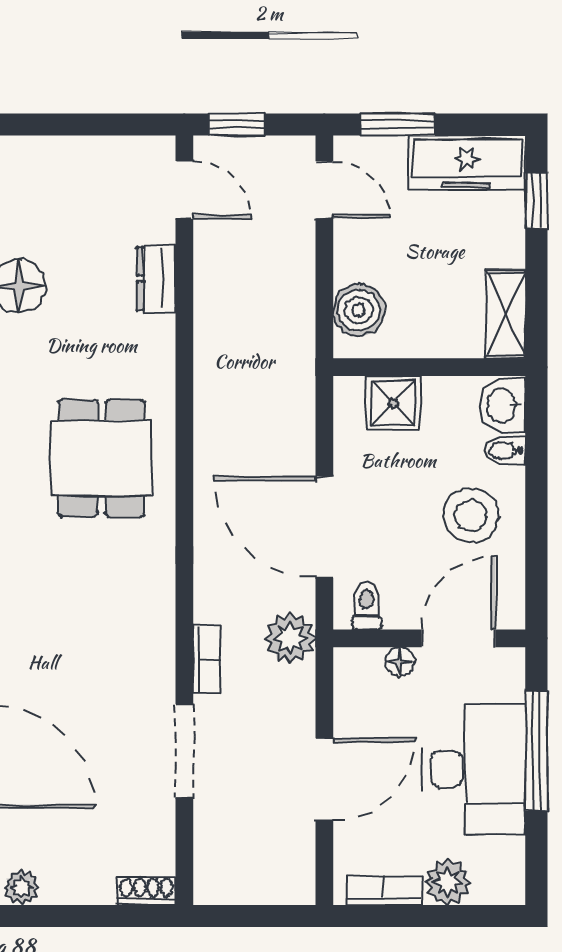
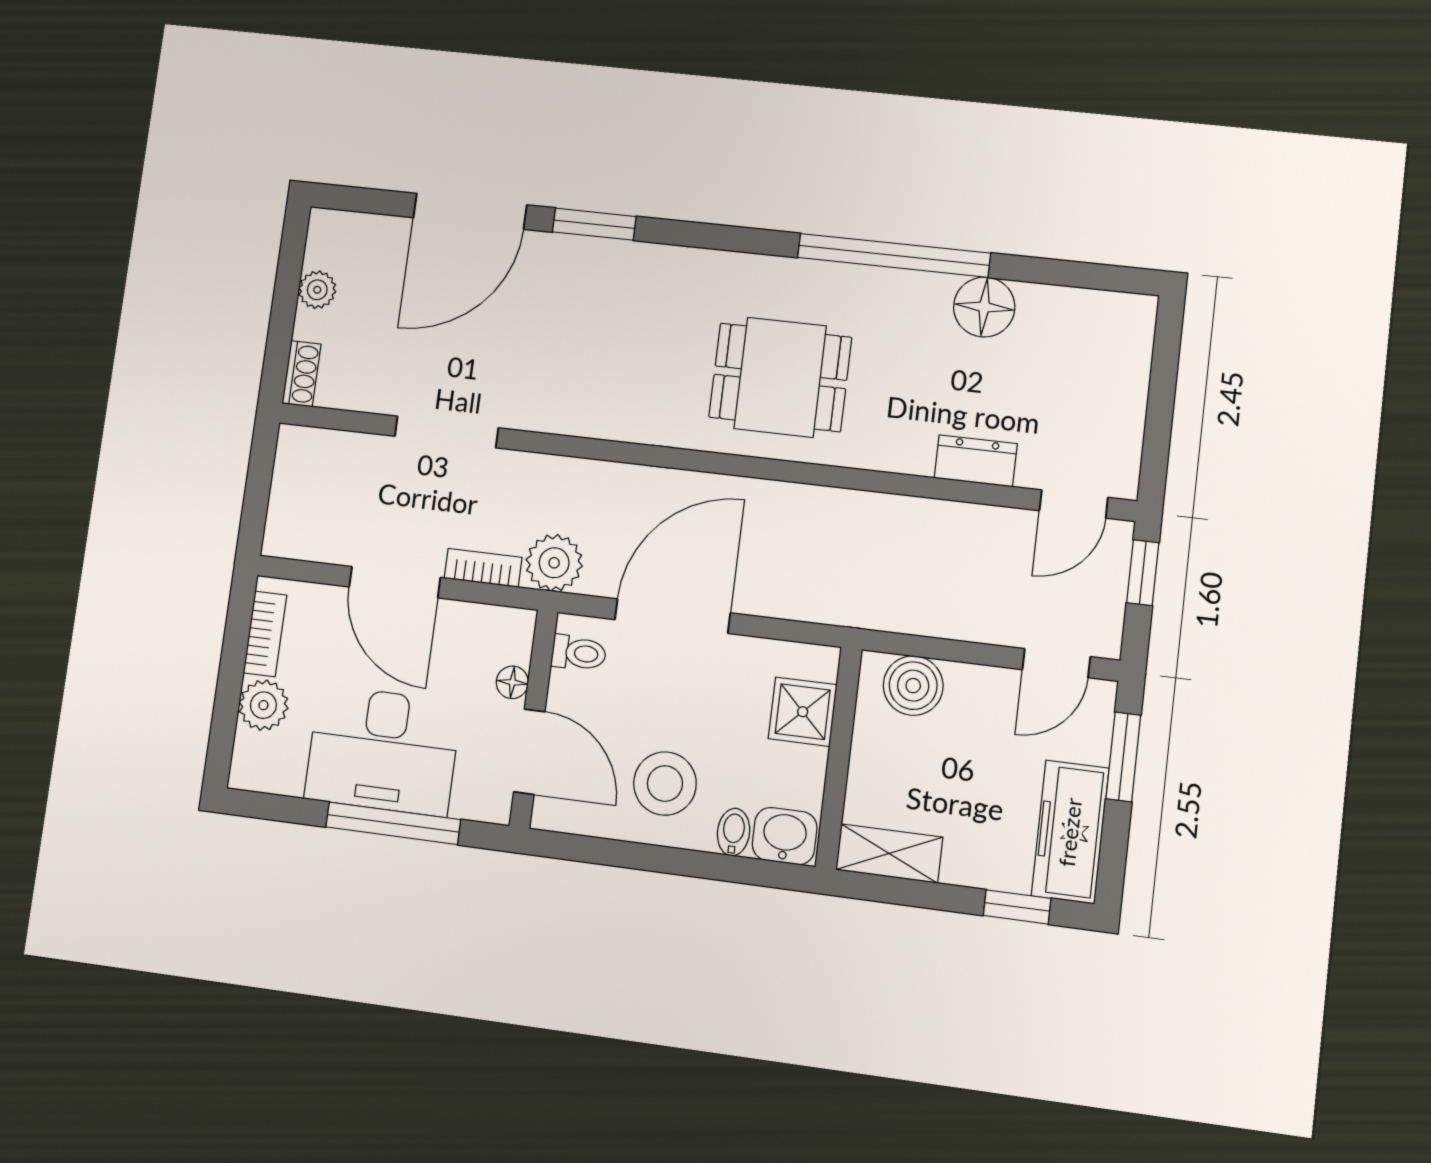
bookcase: (207, 660) -> (483, 568), moved, turned 180
plant: (22, 888) -> (317, 290), moved

